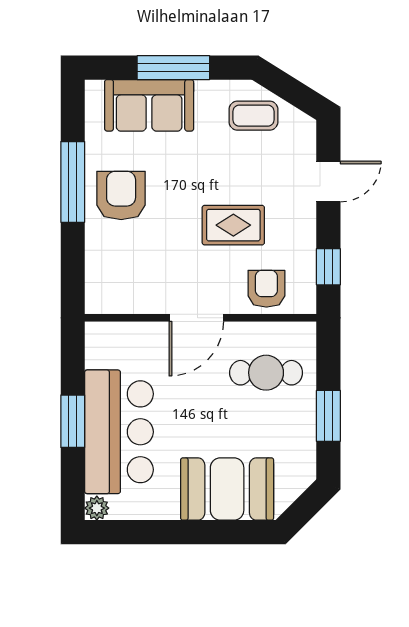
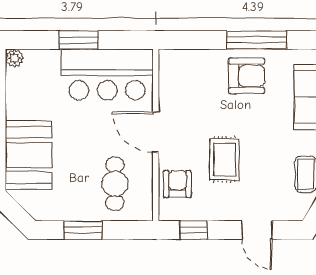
armchair: (266, 289) -> (177, 184), turned -90
bar counter: (119, 432) -> (107, 74), moved

